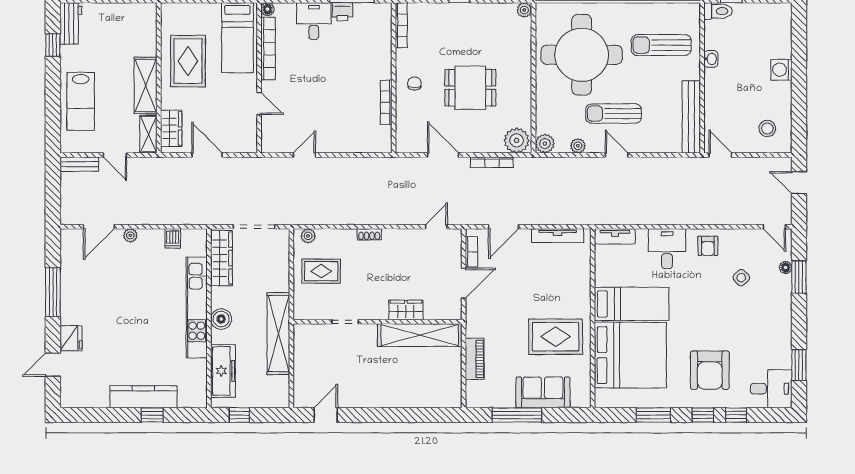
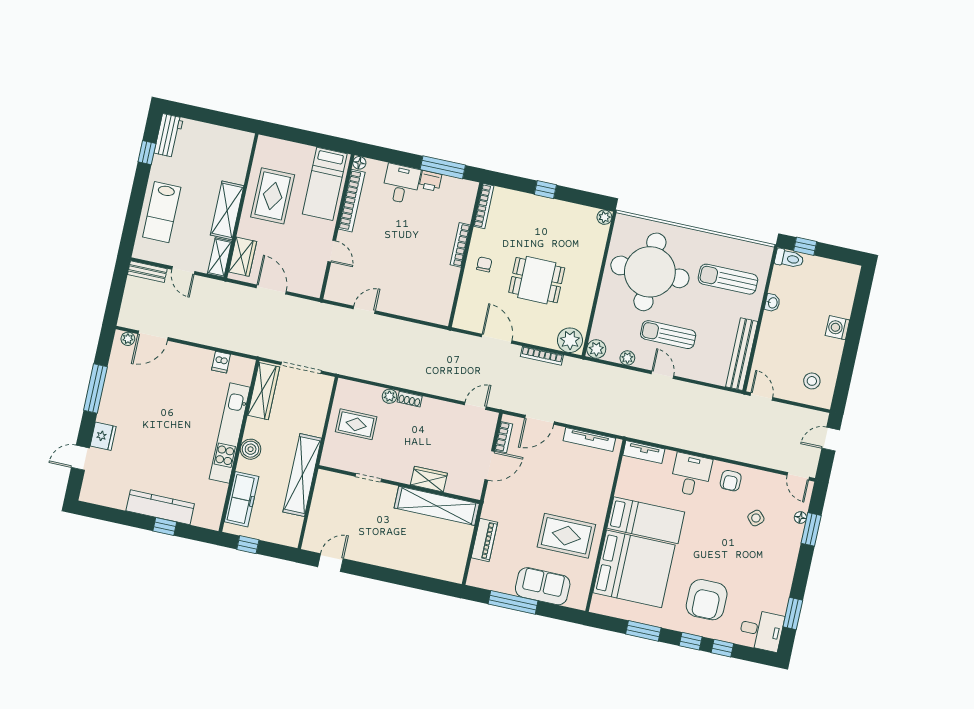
bookcase: (386, 102) -> (460, 245), moved
door: (799, 183) -> (831, 439), hinge flipped
plant: (130, 235) -> (128, 339), moved
plant: (308, 236) -> (390, 396), moved

